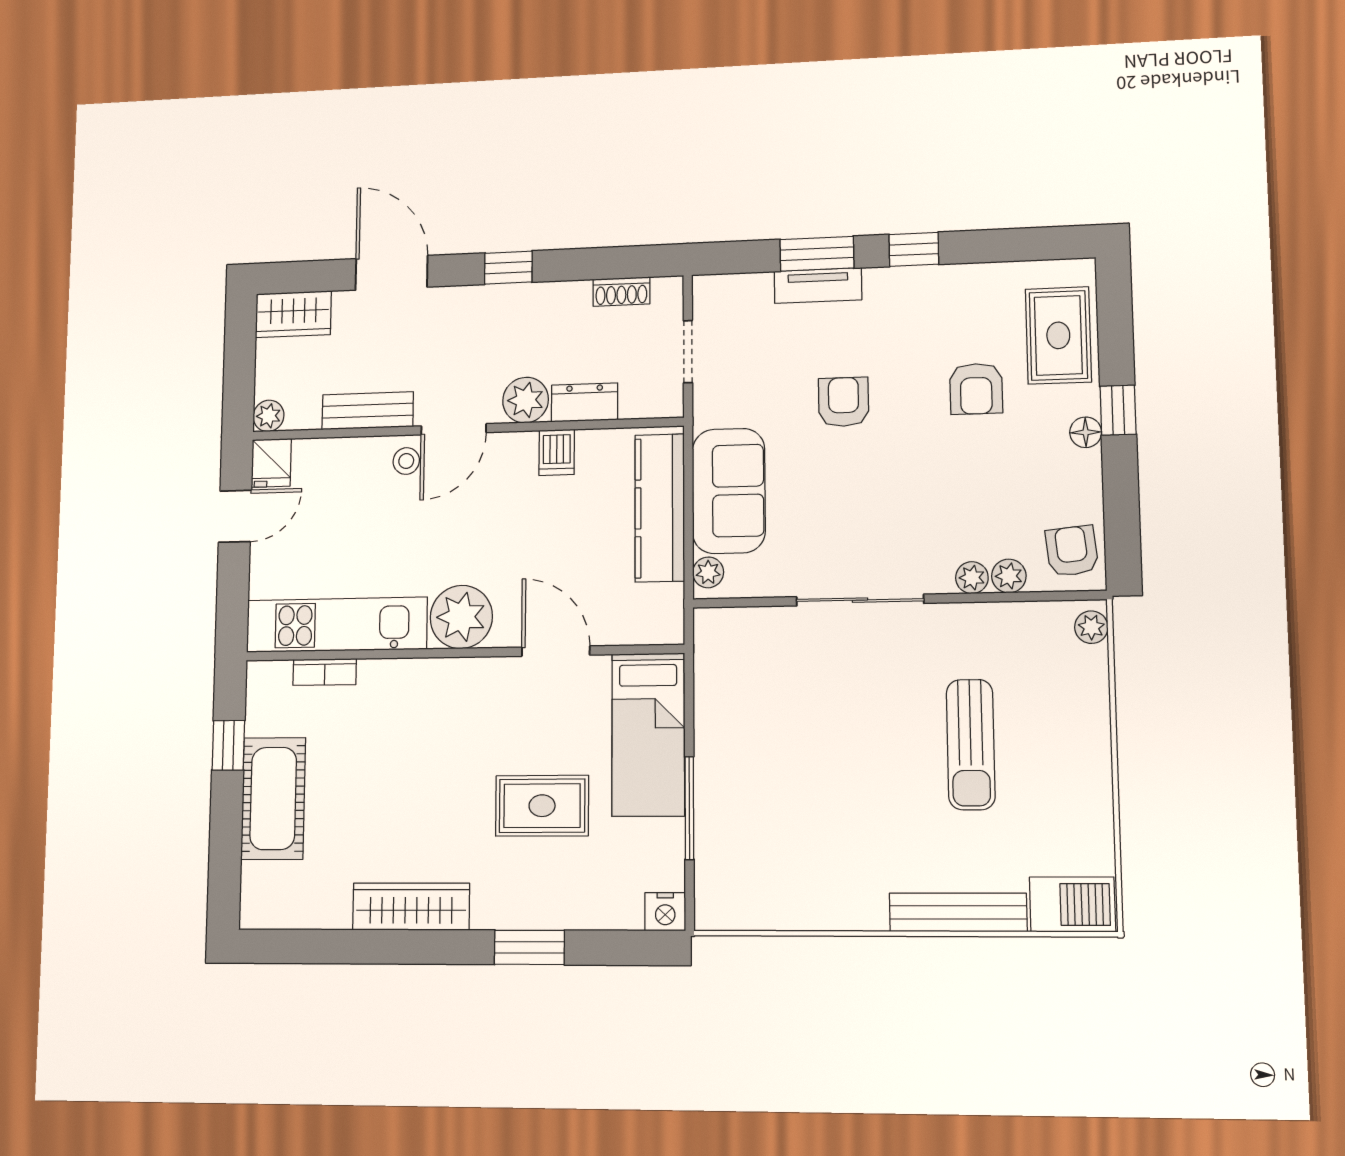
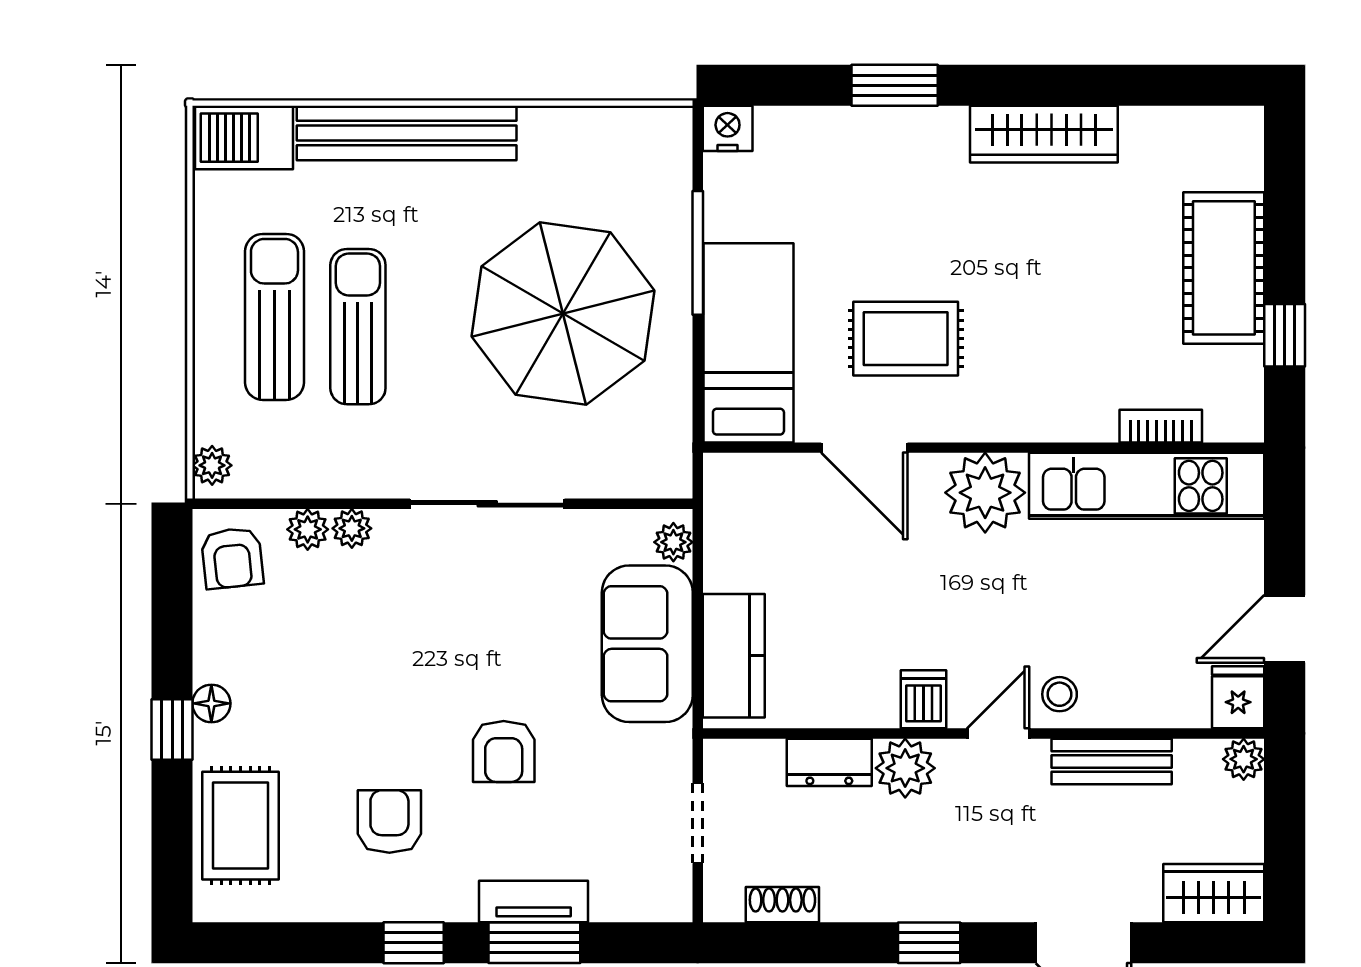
armchair: (976, 389) -> (389, 822), moved
door: (454, 429) -> (998, 733), width x0.73
dishwasher: (557, 452) -> (923, 699), moved
kitchen counter: (660, 508) -> (734, 656), width x0.67
sun lounger: (1042, 752) -> (274, 317), added
parasol: (799, 757) -> (563, 313), added
rug: (542, 806) -> (906, 339), moved
bench: (958, 912) -> (407, 133), width x1.37, depth x1.21

